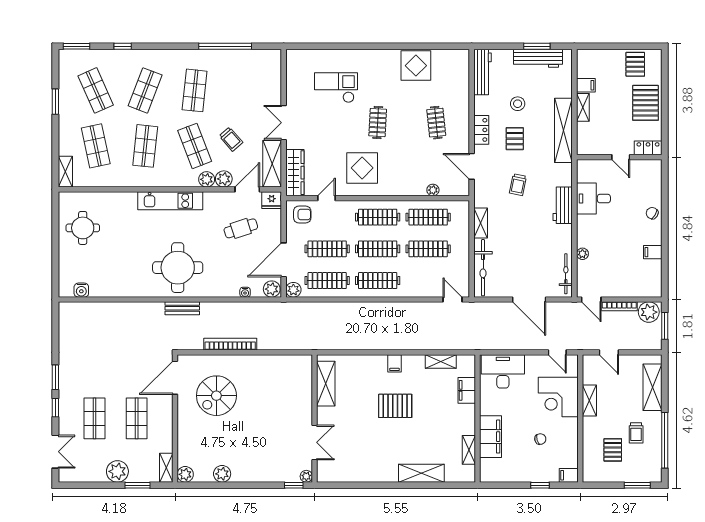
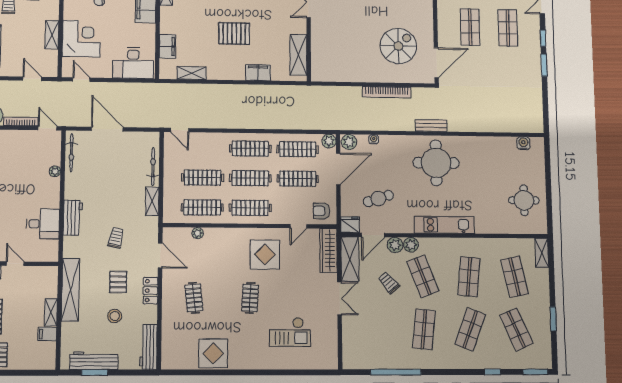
bicycle: (483, 268) -> (153, 166), width x0.73, depth x0.71
filing cabinet: (395, 363) -> (258, 73), moved, width x2.00

